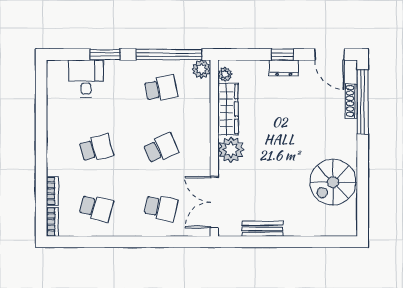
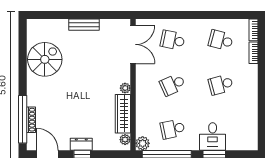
desk: (86, 79) -> (213, 136), moved
plant: (231, 150) -> (125, 88), width x0.53, depth x0.53
bench: (262, 229) -> (84, 25), moved

